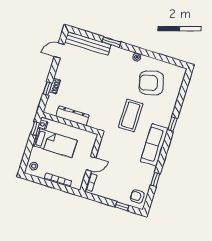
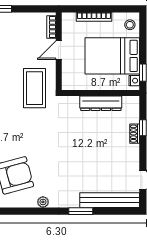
coffee table: (131, 115) -> (34, 88), moved
bed: (55, 143) -> (112, 56), width x1.50

